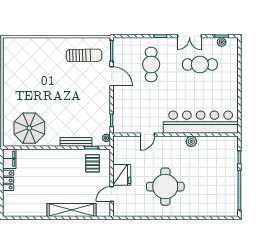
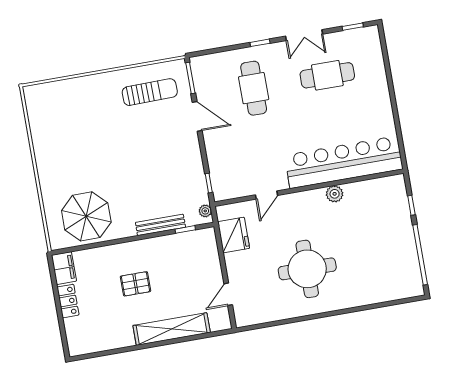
plant: (222, 42) -> (354, 36), removed
pallet: (92, 163) -> (135, 284), moved, turned 90
fridge: (122, 175) -> (234, 235), moved

